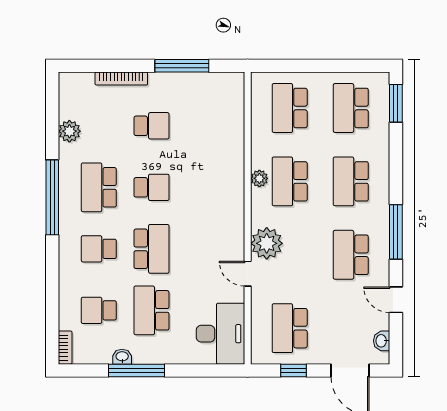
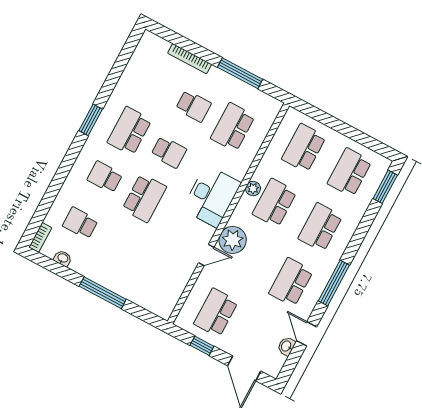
plant: (69, 131) -> (130, 77), removed
window: (52, 197) -> (91, 120), width x0.47
door: (248, 274) -> (206, 255), swing flipped
school desk: (151, 310) -> (233, 127), moved
desk: (220, 334) -> (212, 196), moved
washbasin: (382, 341) -> (286, 346), moved
washbasin: (122, 357) -> (63, 258), moved
window: (137, 370) -> (103, 293), moved

